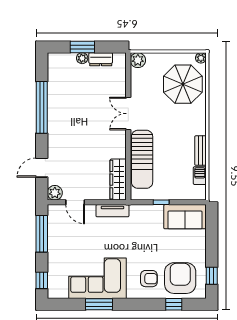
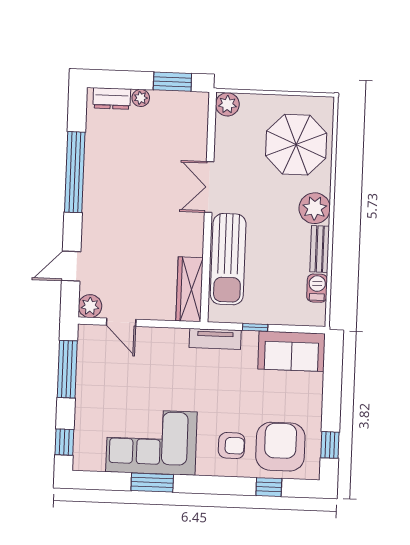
window: (82, 47) -> (172, 82), moved
plant: (201, 58) -> (315, 208), moved, width x1.87, depth x1.87
dresser: (101, 59) -> (112, 98), moved
tv unit: (112, 211) -> (215, 339), moved

